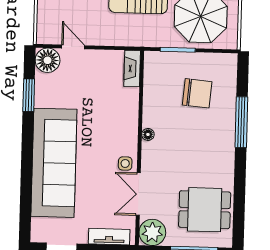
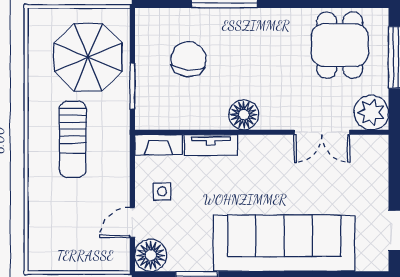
floor lamp: (148, 134) -> (244, 115), width x1.89, depth x1.89
side table: (125, 163) -> (162, 191), moved
tv unit: (109, 237) -> (211, 145), moved, turned -90

